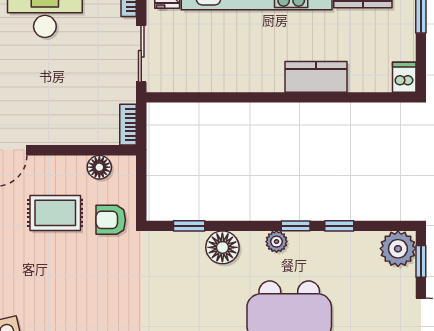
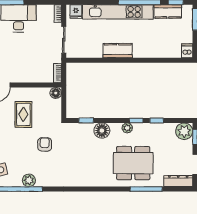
kitchen counter: (316, 77) -> (118, 51), moved
floor lamp: (99, 167) -> (56, 93), moved
rug: (55, 213) -> (23, 114), turned 90
armchair: (111, 220) -> (45, 144), moved, turned 90

